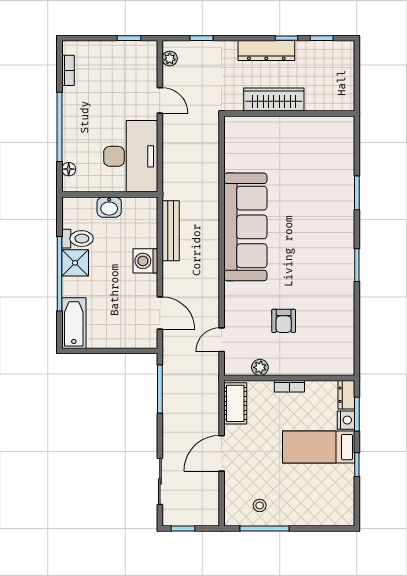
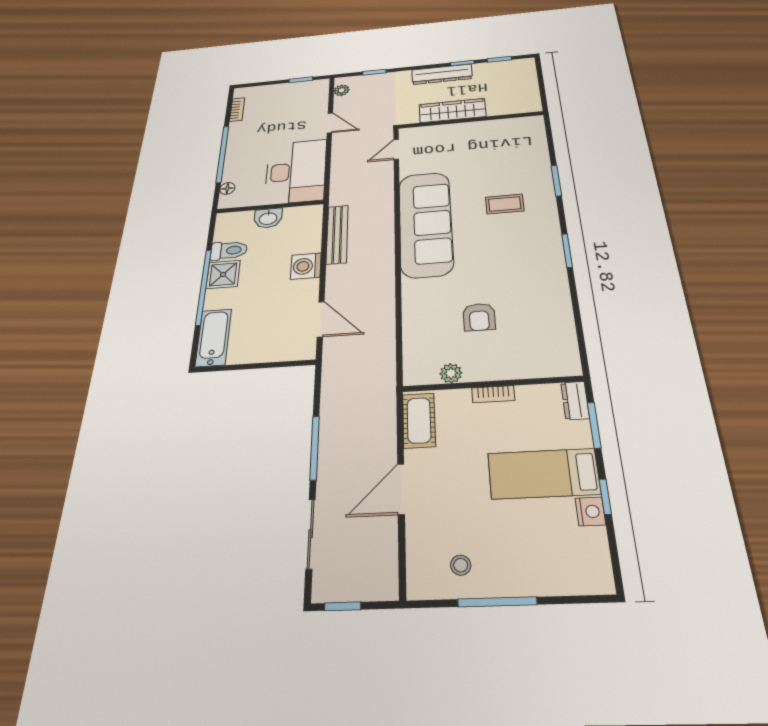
coffee table: (312, 213) -> (505, 204), added
door: (222, 340) -> (396, 149), moved
window: (160, 389) -> (315, 448), moved
nightstand: (346, 420) -> (590, 511), moved
window: (265, 529) -> (497, 602), moved

